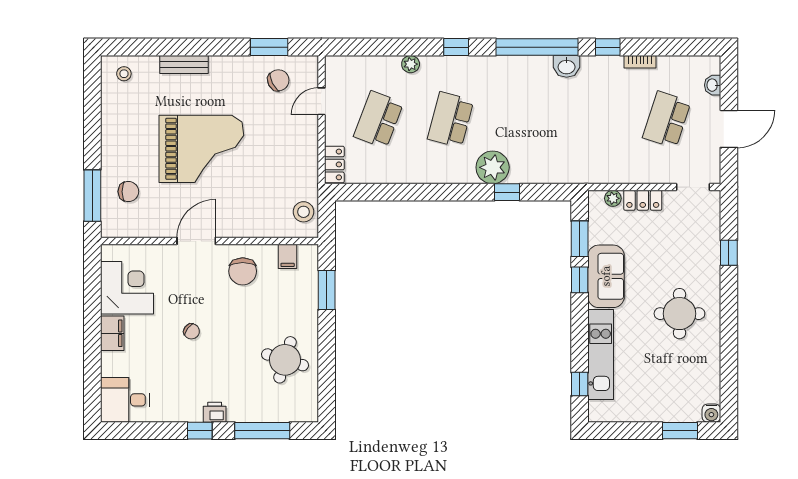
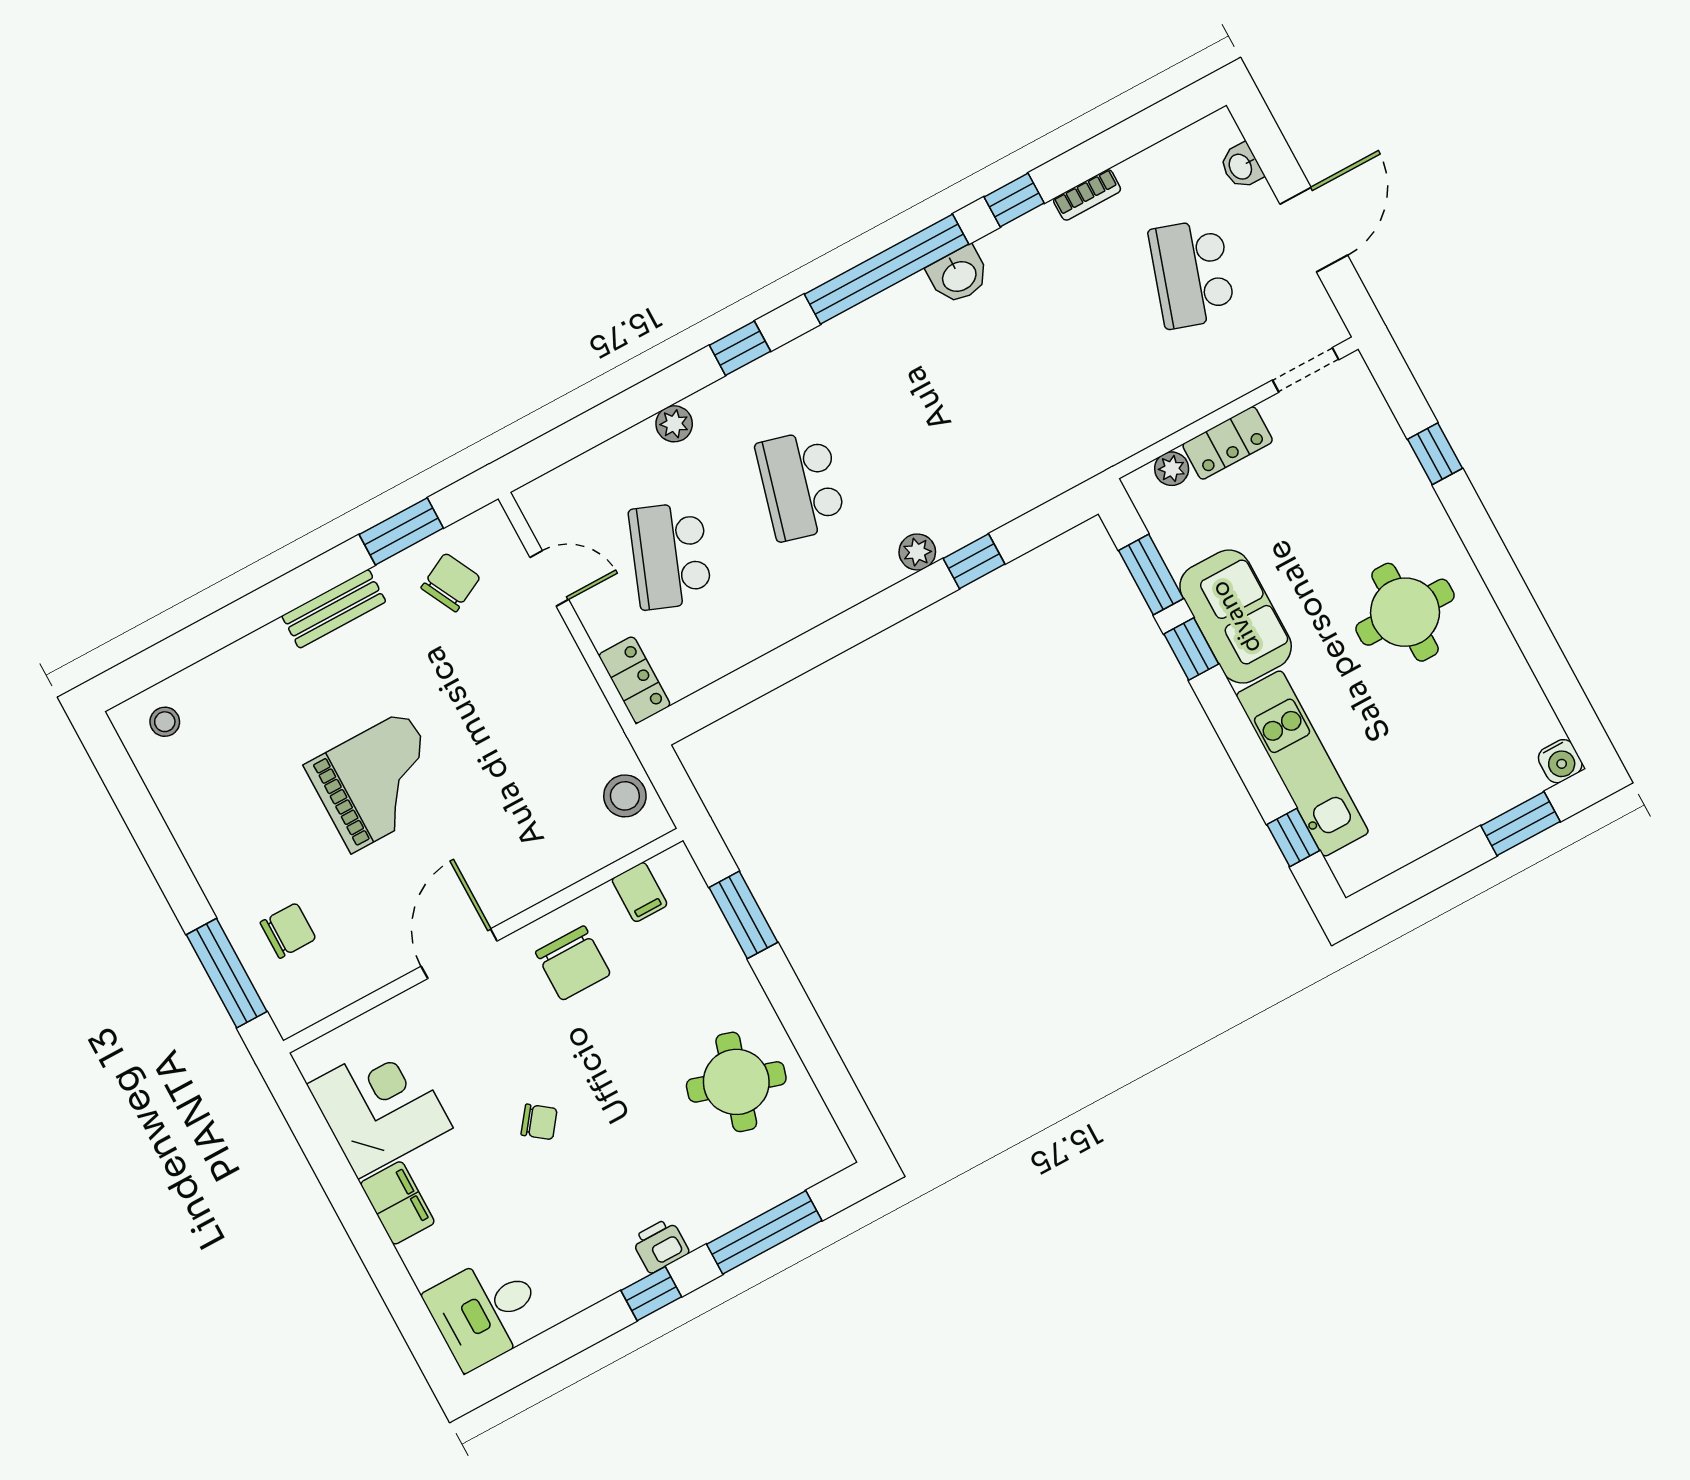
bench: (184, 65) -> (334, 609), moved
door: (321, 101) -> (549, 578), swing flipped
grand piano: (201, 149) -> (378, 782), width x0.73, depth x0.68
plant: (493, 167) -> (917, 552), width x0.53, depth x0.53

